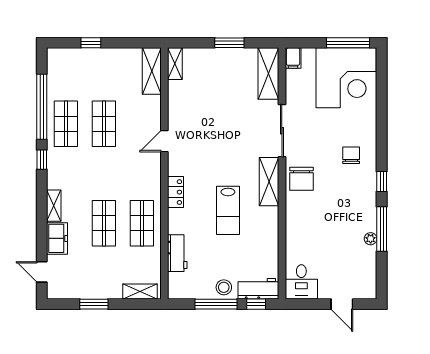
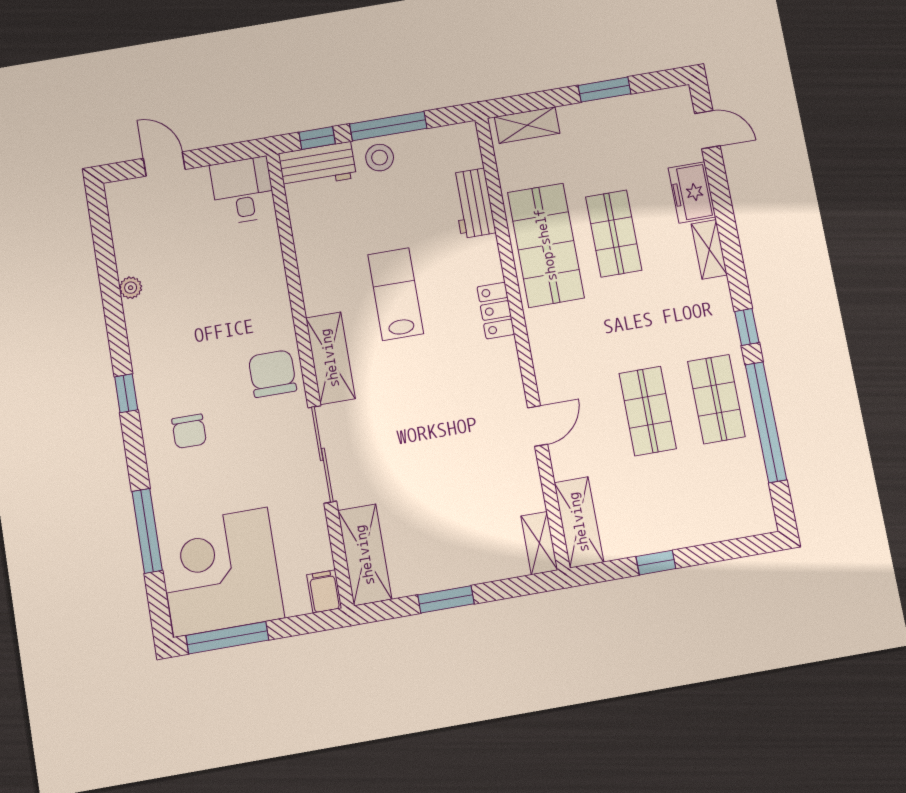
window: (91, 43) -> (656, 563), moved
door: (164, 141) -> (538, 426), moved
shop shelf: (142, 223) -> (546, 245), width x1.43, depth x1.36
window: (382, 229) -> (147, 531), moved

